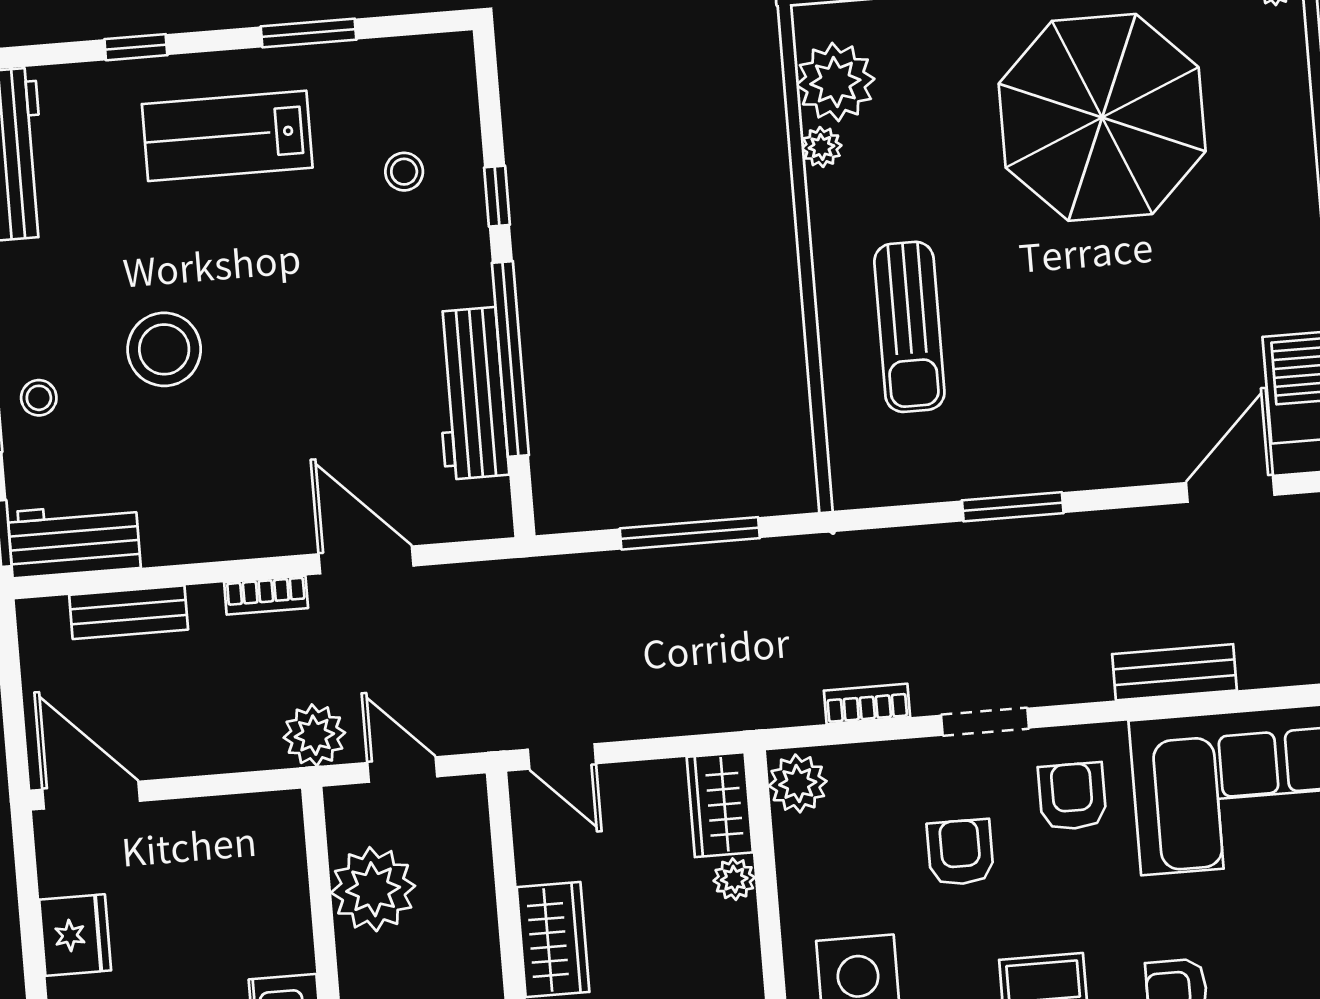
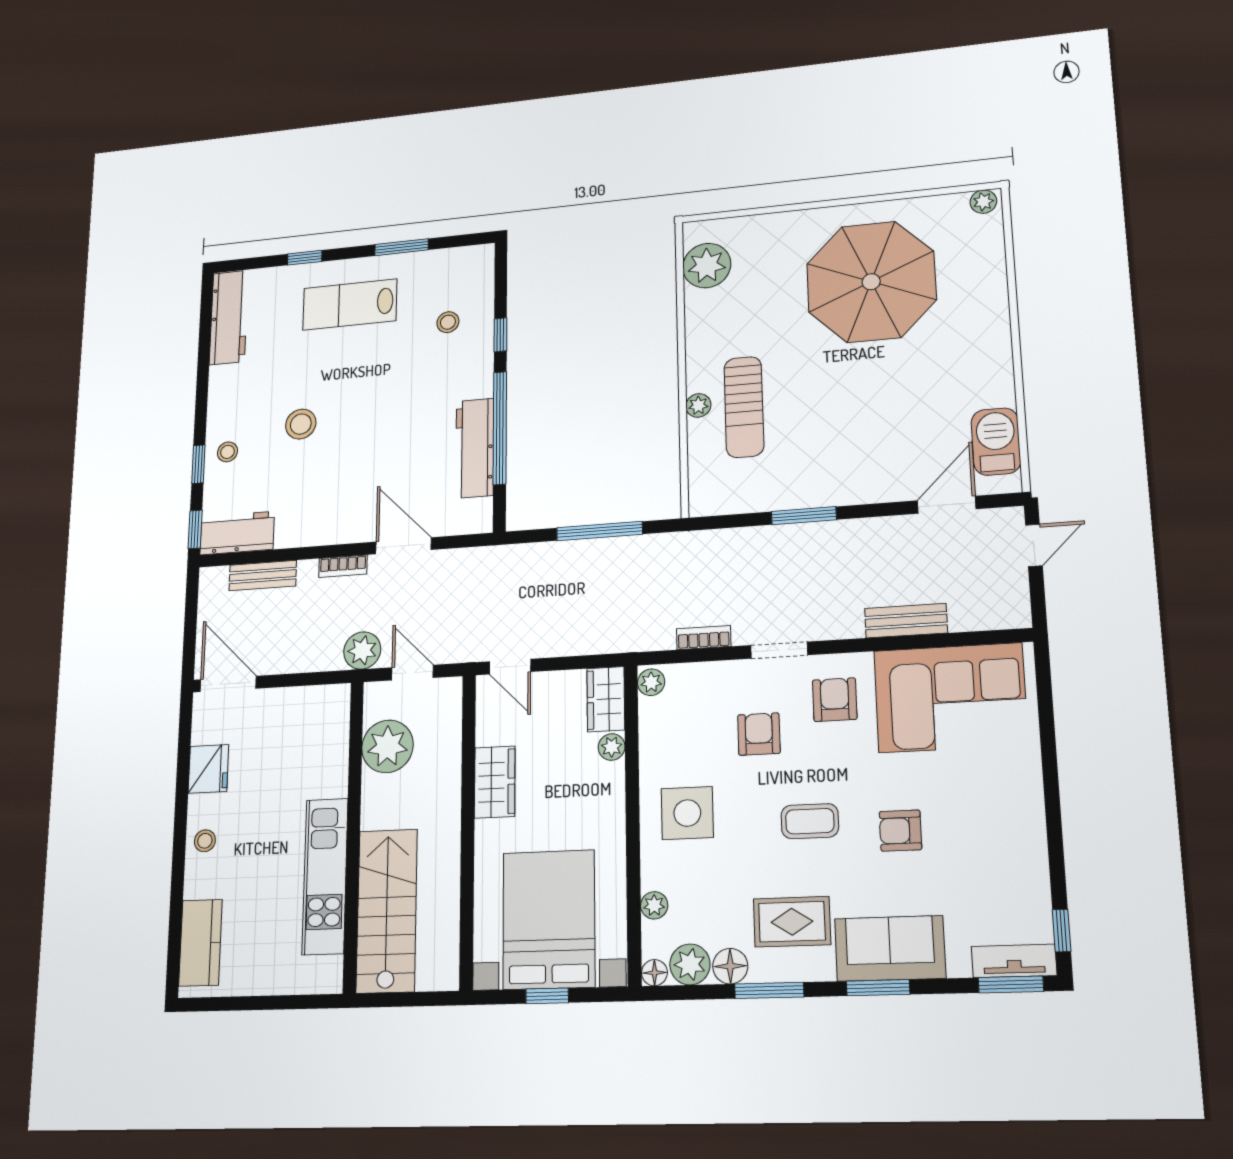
plant: (821, 147) -> (698, 405), moved
stool: (164, 349) -> (301, 424), width x0.73, depth x0.73
plant: (798, 783) -> (651, 682), width x0.73, depth x0.73

